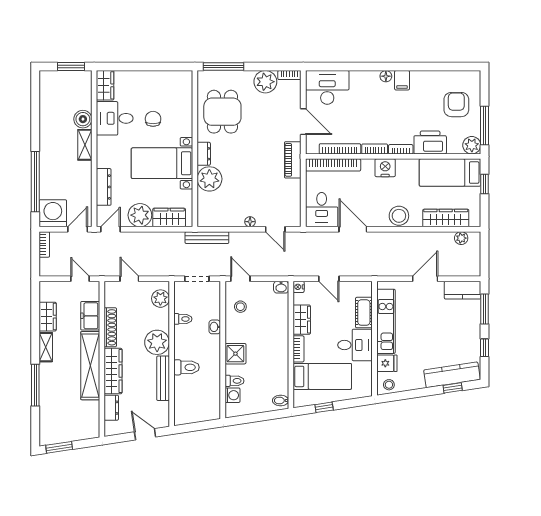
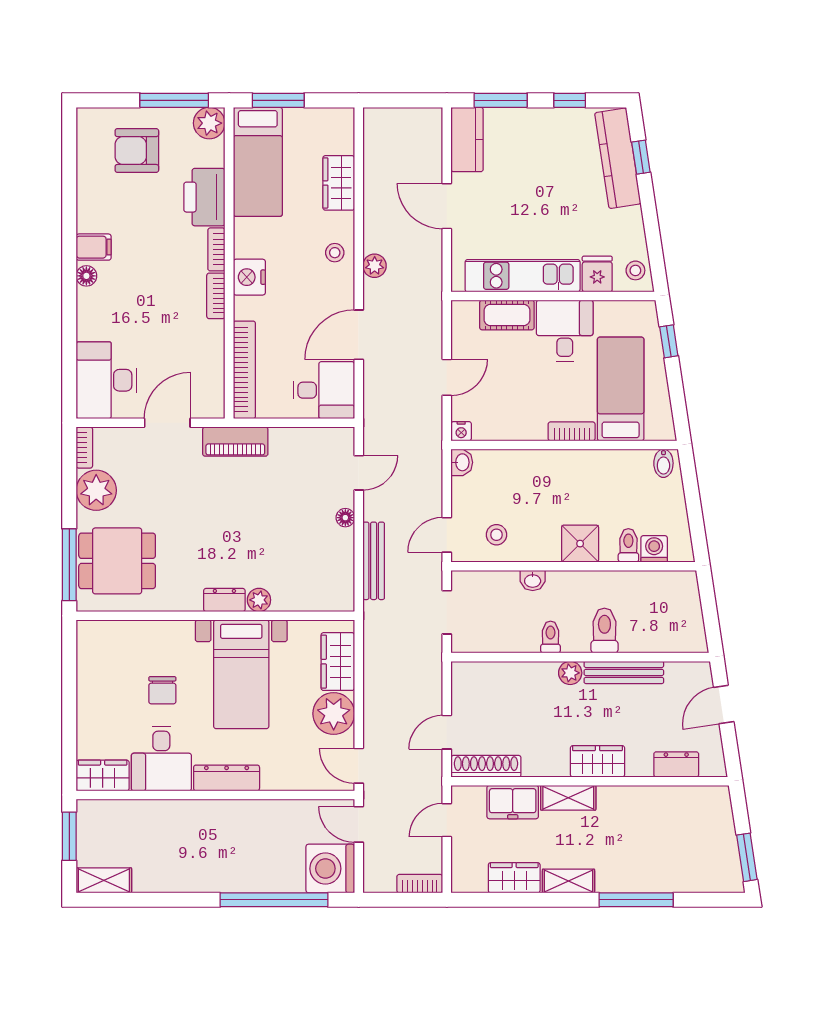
dining table: (222, 112) -> (117, 561), moved
boiler: (83, 119) -> (163, 815), removed
chair: (153, 119) -> (162, 690), turned -90
shelving: (85, 145) -> (104, 880), moved
bookcase: (340, 149) -> (216, 358), removed
plant: (209, 179) -> (259, 600), width x0.53, depth x0.53
window: (484, 184) -> (278, 100), width x1.50
dresser: (104, 187) -> (227, 778), moved
stool: (399, 216) -> (335, 253), width x0.53, depth x0.53
wardrobe: (446, 218) -> (339, 183), width x0.67
bench: (207, 238) -> (374, 561), moved
plant: (461, 238) -> (375, 266), moved
bookcase: (44, 244) -> (420, 884), moved
plant: (160, 299) -> (482, 677), removed
toilet: (183, 319) -> (551, 637), moved
wardrobe: (302, 320) -> (520, 426), removed
shoe rack: (110, 327) -> (486, 766), moved
plant: (157, 342) -> (570, 673), width x0.53, depth x0.53
shelving: (90, 366) -> (568, 798), width x0.45, depth x0.75
wardrobe: (113, 371) -> (597, 761), width x0.67
window: (324, 407) -> (669, 341), moved

